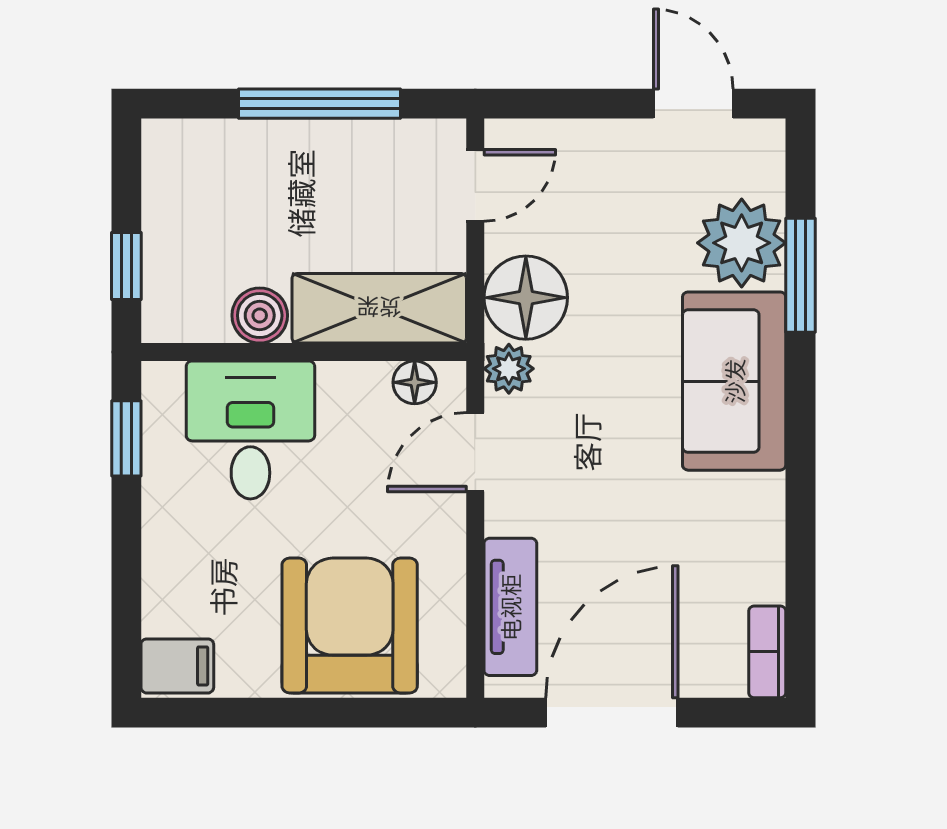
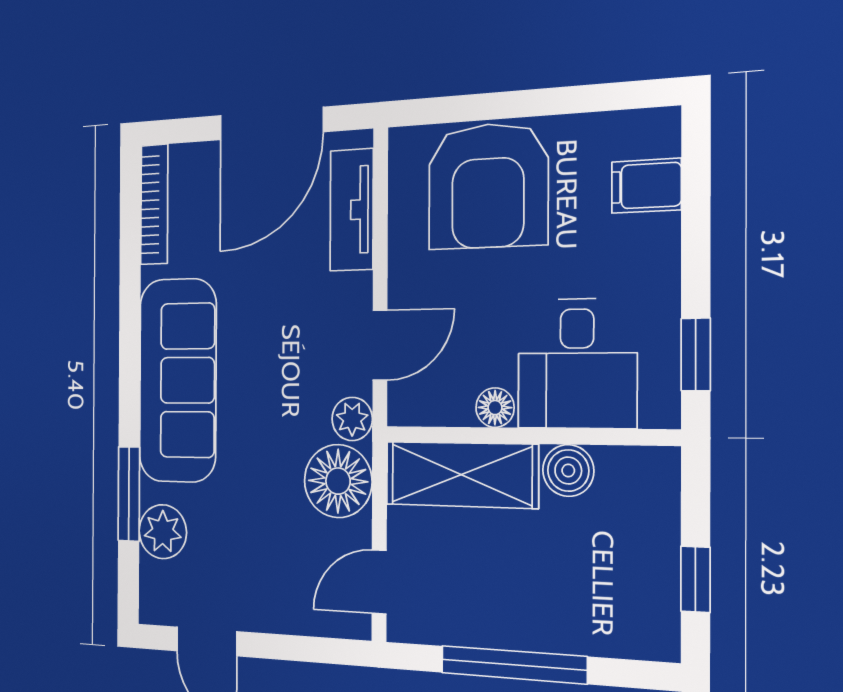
plant: (742, 243) -> (163, 532), width x0.73, depth x0.73
window: (126, 266) -> (695, 579), moved
sofa: (734, 381) -> (178, 380), width x1.36
floor lamp: (415, 382) -> (495, 408), moved
bookcase: (767, 652) -> (154, 204), width x1.56
filing cabinet: (177, 666) -> (646, 186), moved

